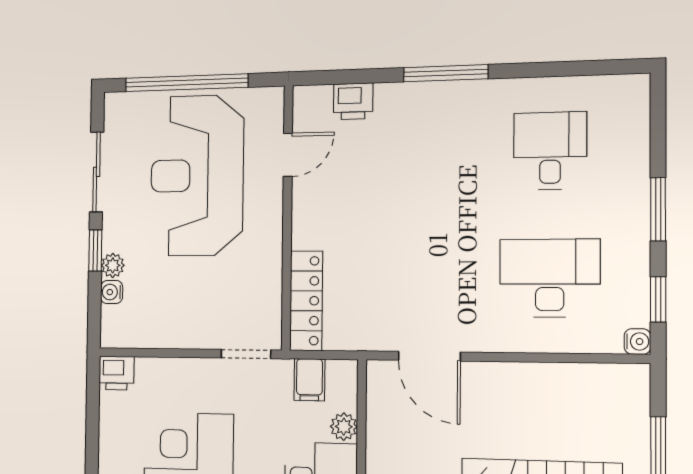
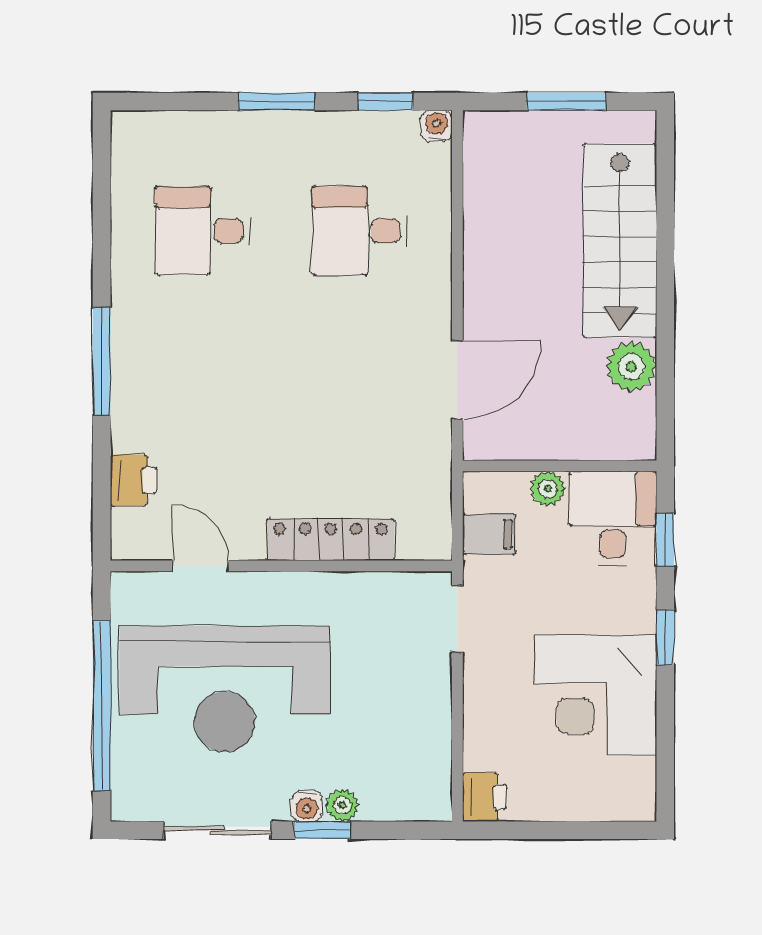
desk: (550, 278) -> (360, 231), width x0.73
water cooler: (112, 292) -> (307, 806), moved
locker: (306, 301) -> (331, 540), moved

